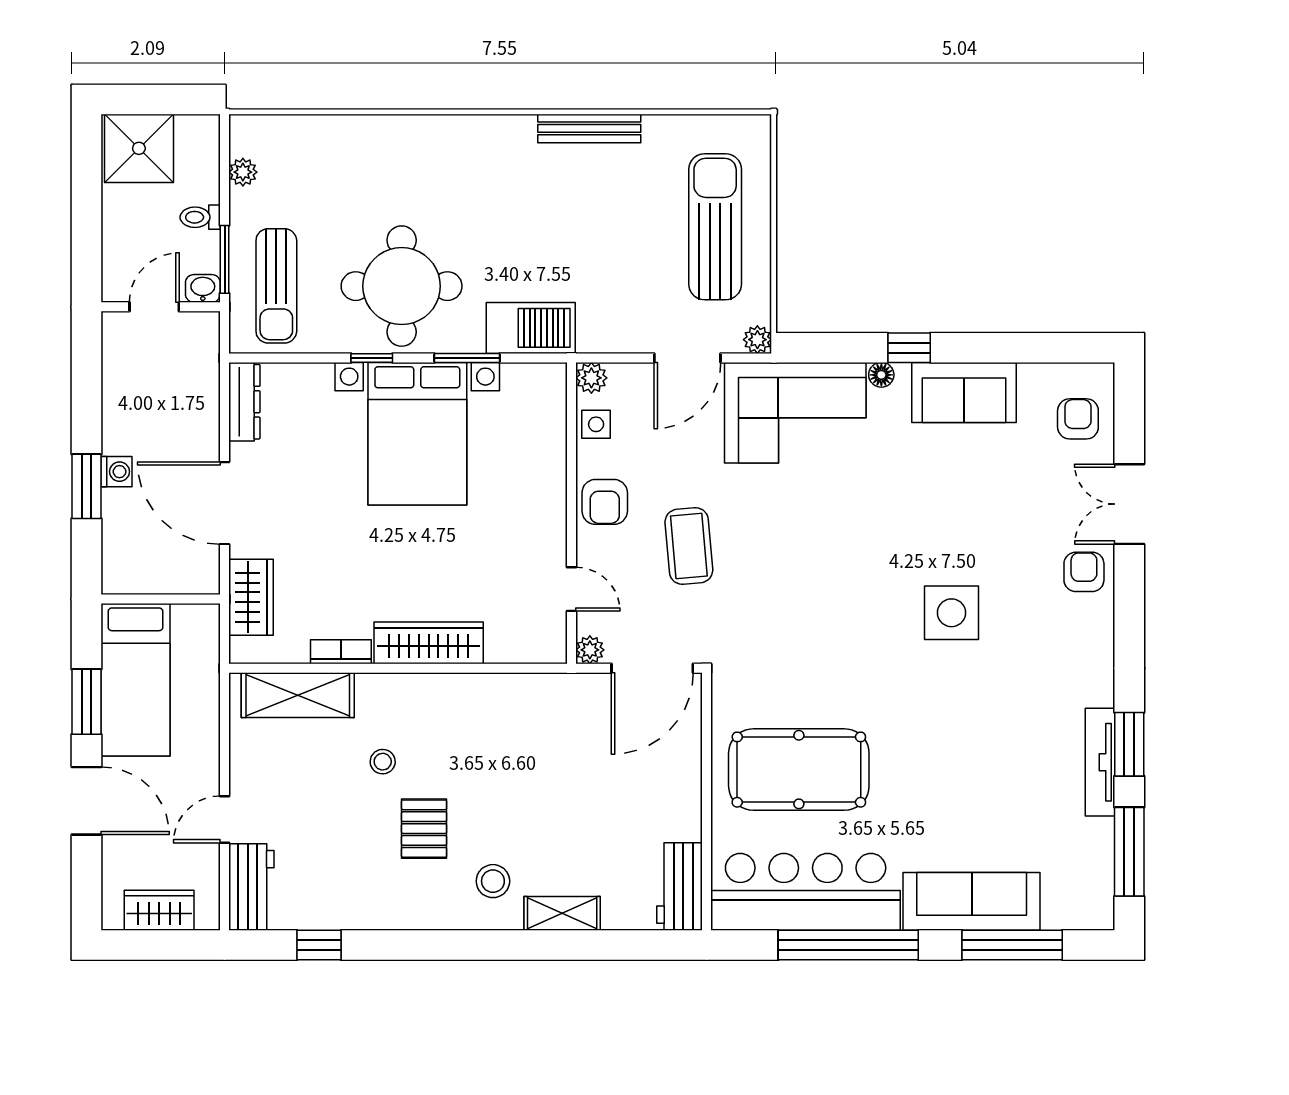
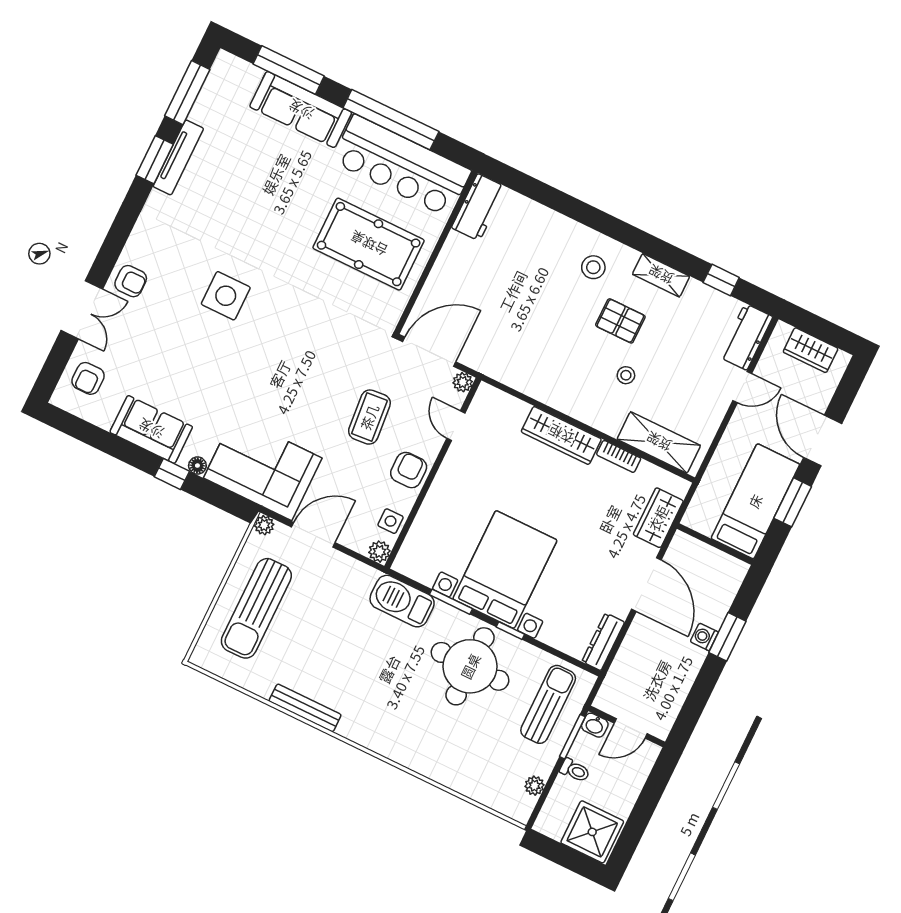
armchair: (1084, 572) -> (131, 281), turned -90
pallet: (424, 829) -> (620, 321), turned 90
shelving: (562, 913) -> (661, 275), moved

